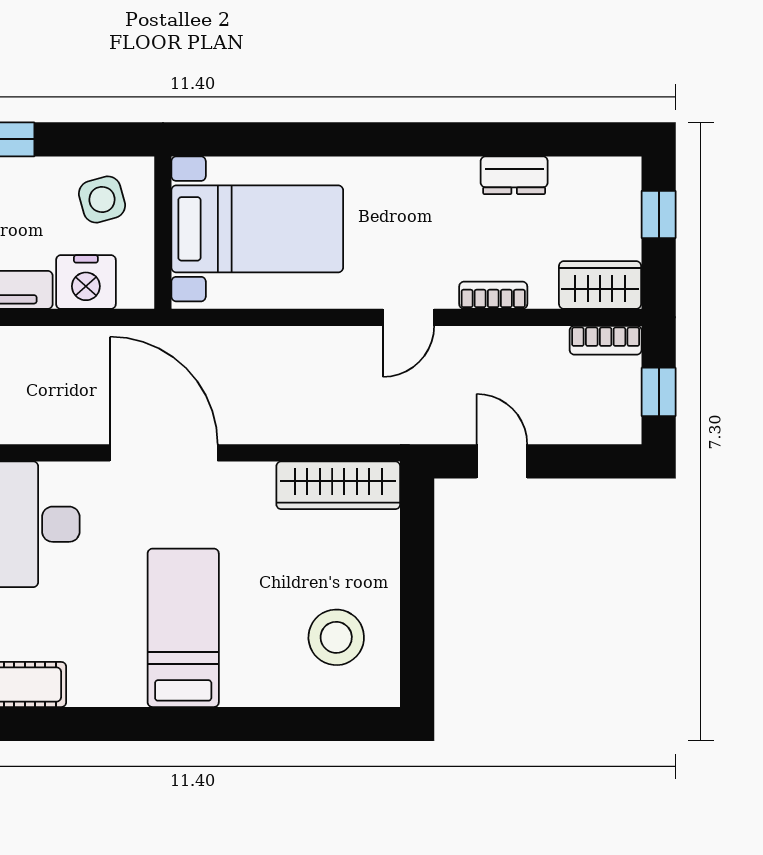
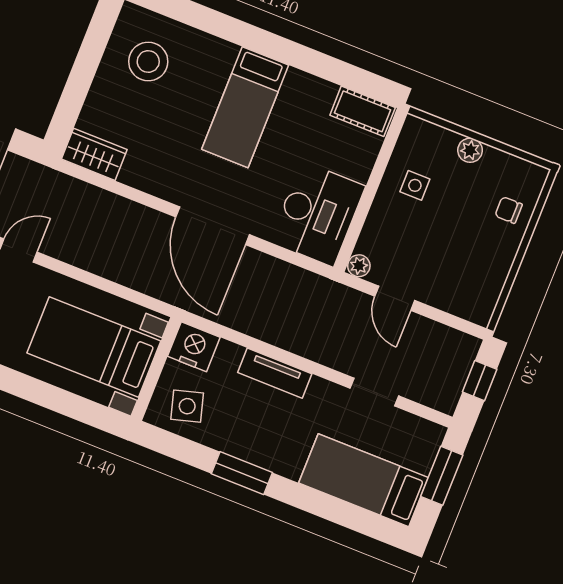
nightstand: (86, 282) -> (194, 347), moved
wardrobe: (338, 485) -> (94, 154), width x0.67

